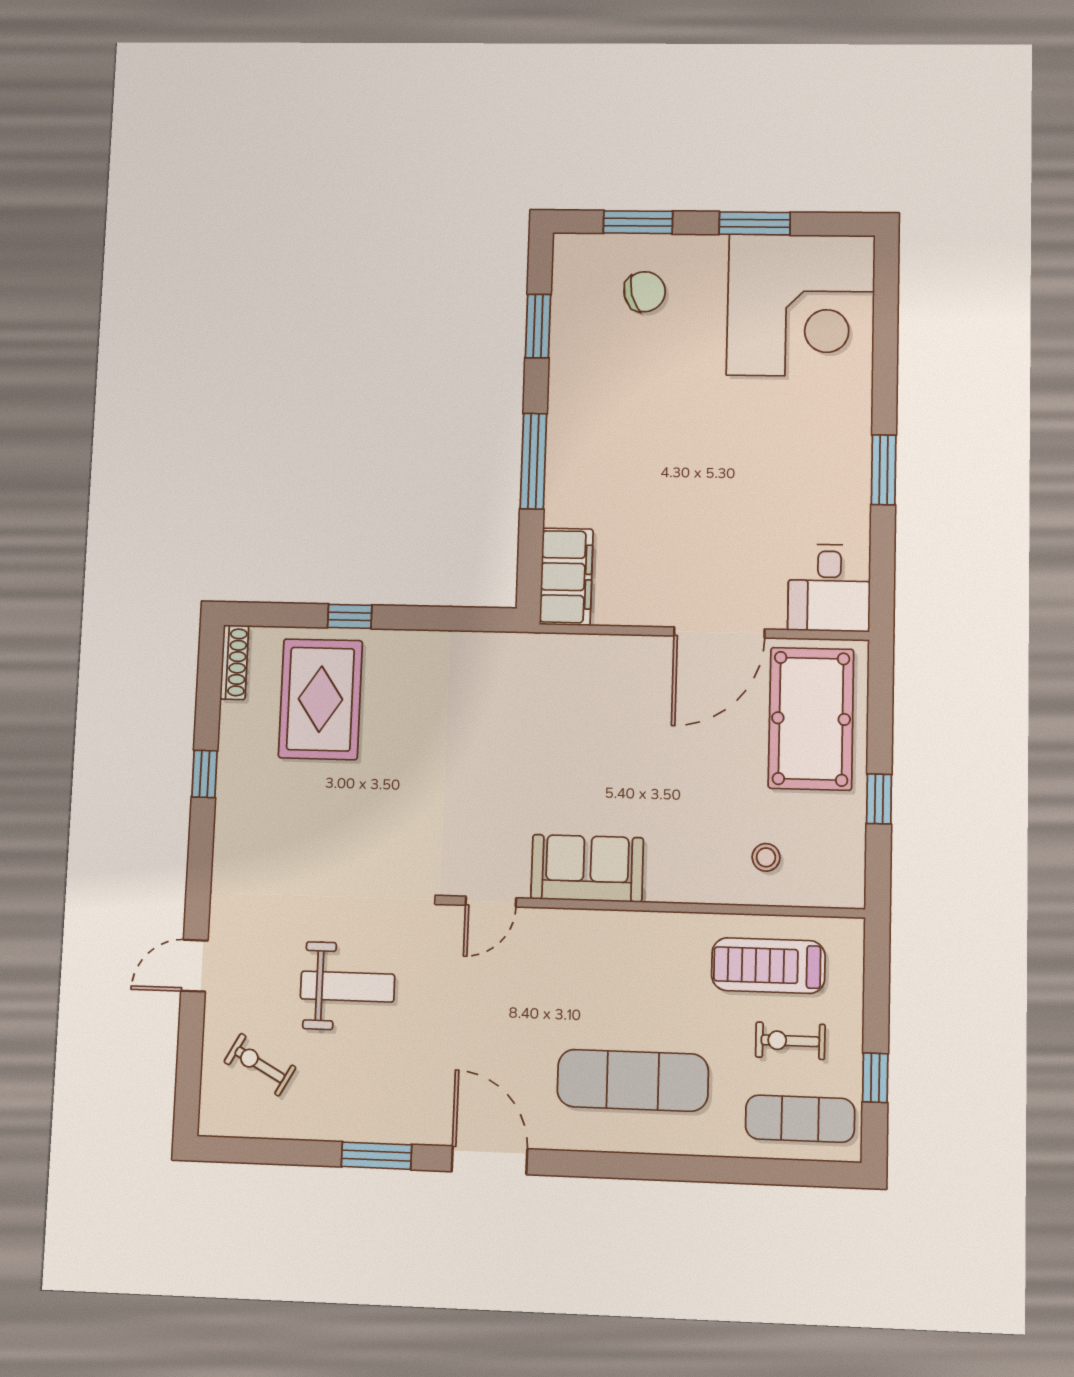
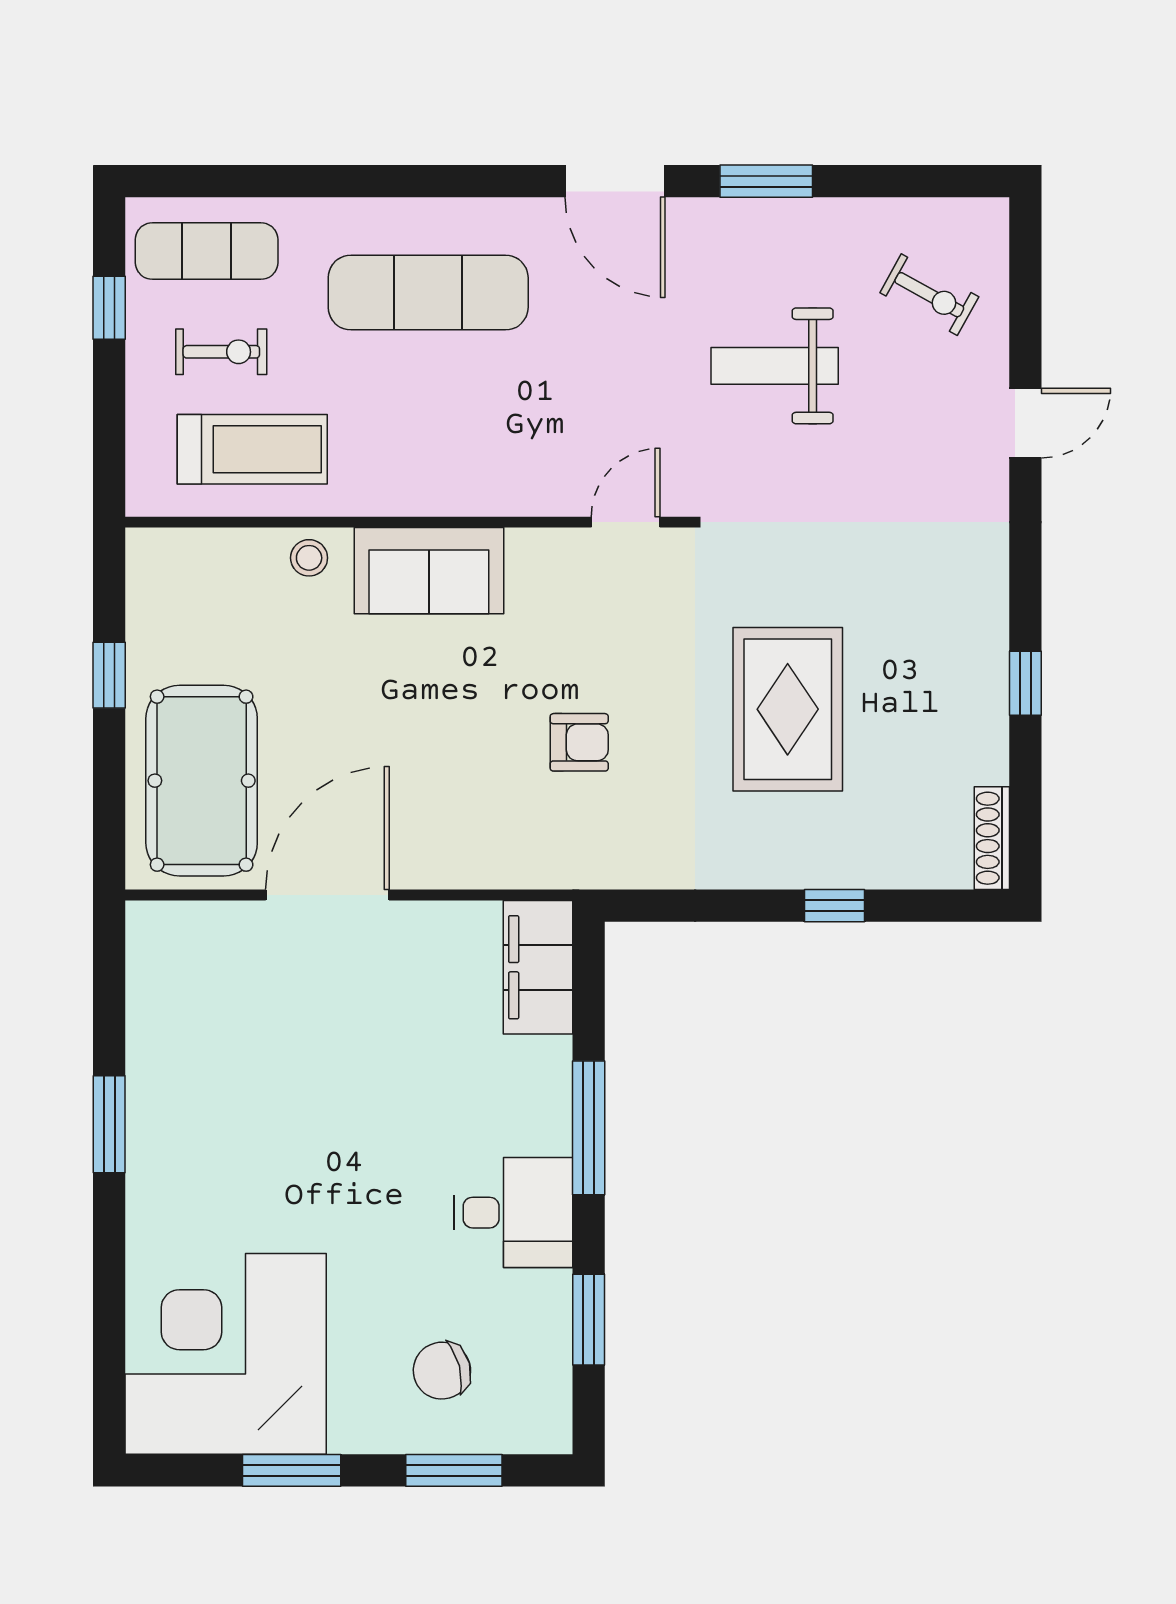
desk: (829, 588) -> (513, 1213), moved, turned 90
rug: (320, 699) -> (788, 709), moved
armchair: (531, 740) -> (579, 742), added
stool: (766, 857) -> (309, 558), moved
sofa: (587, 868) -> (429, 571), moved
weight bench: (348, 987) -> (775, 366), moved

